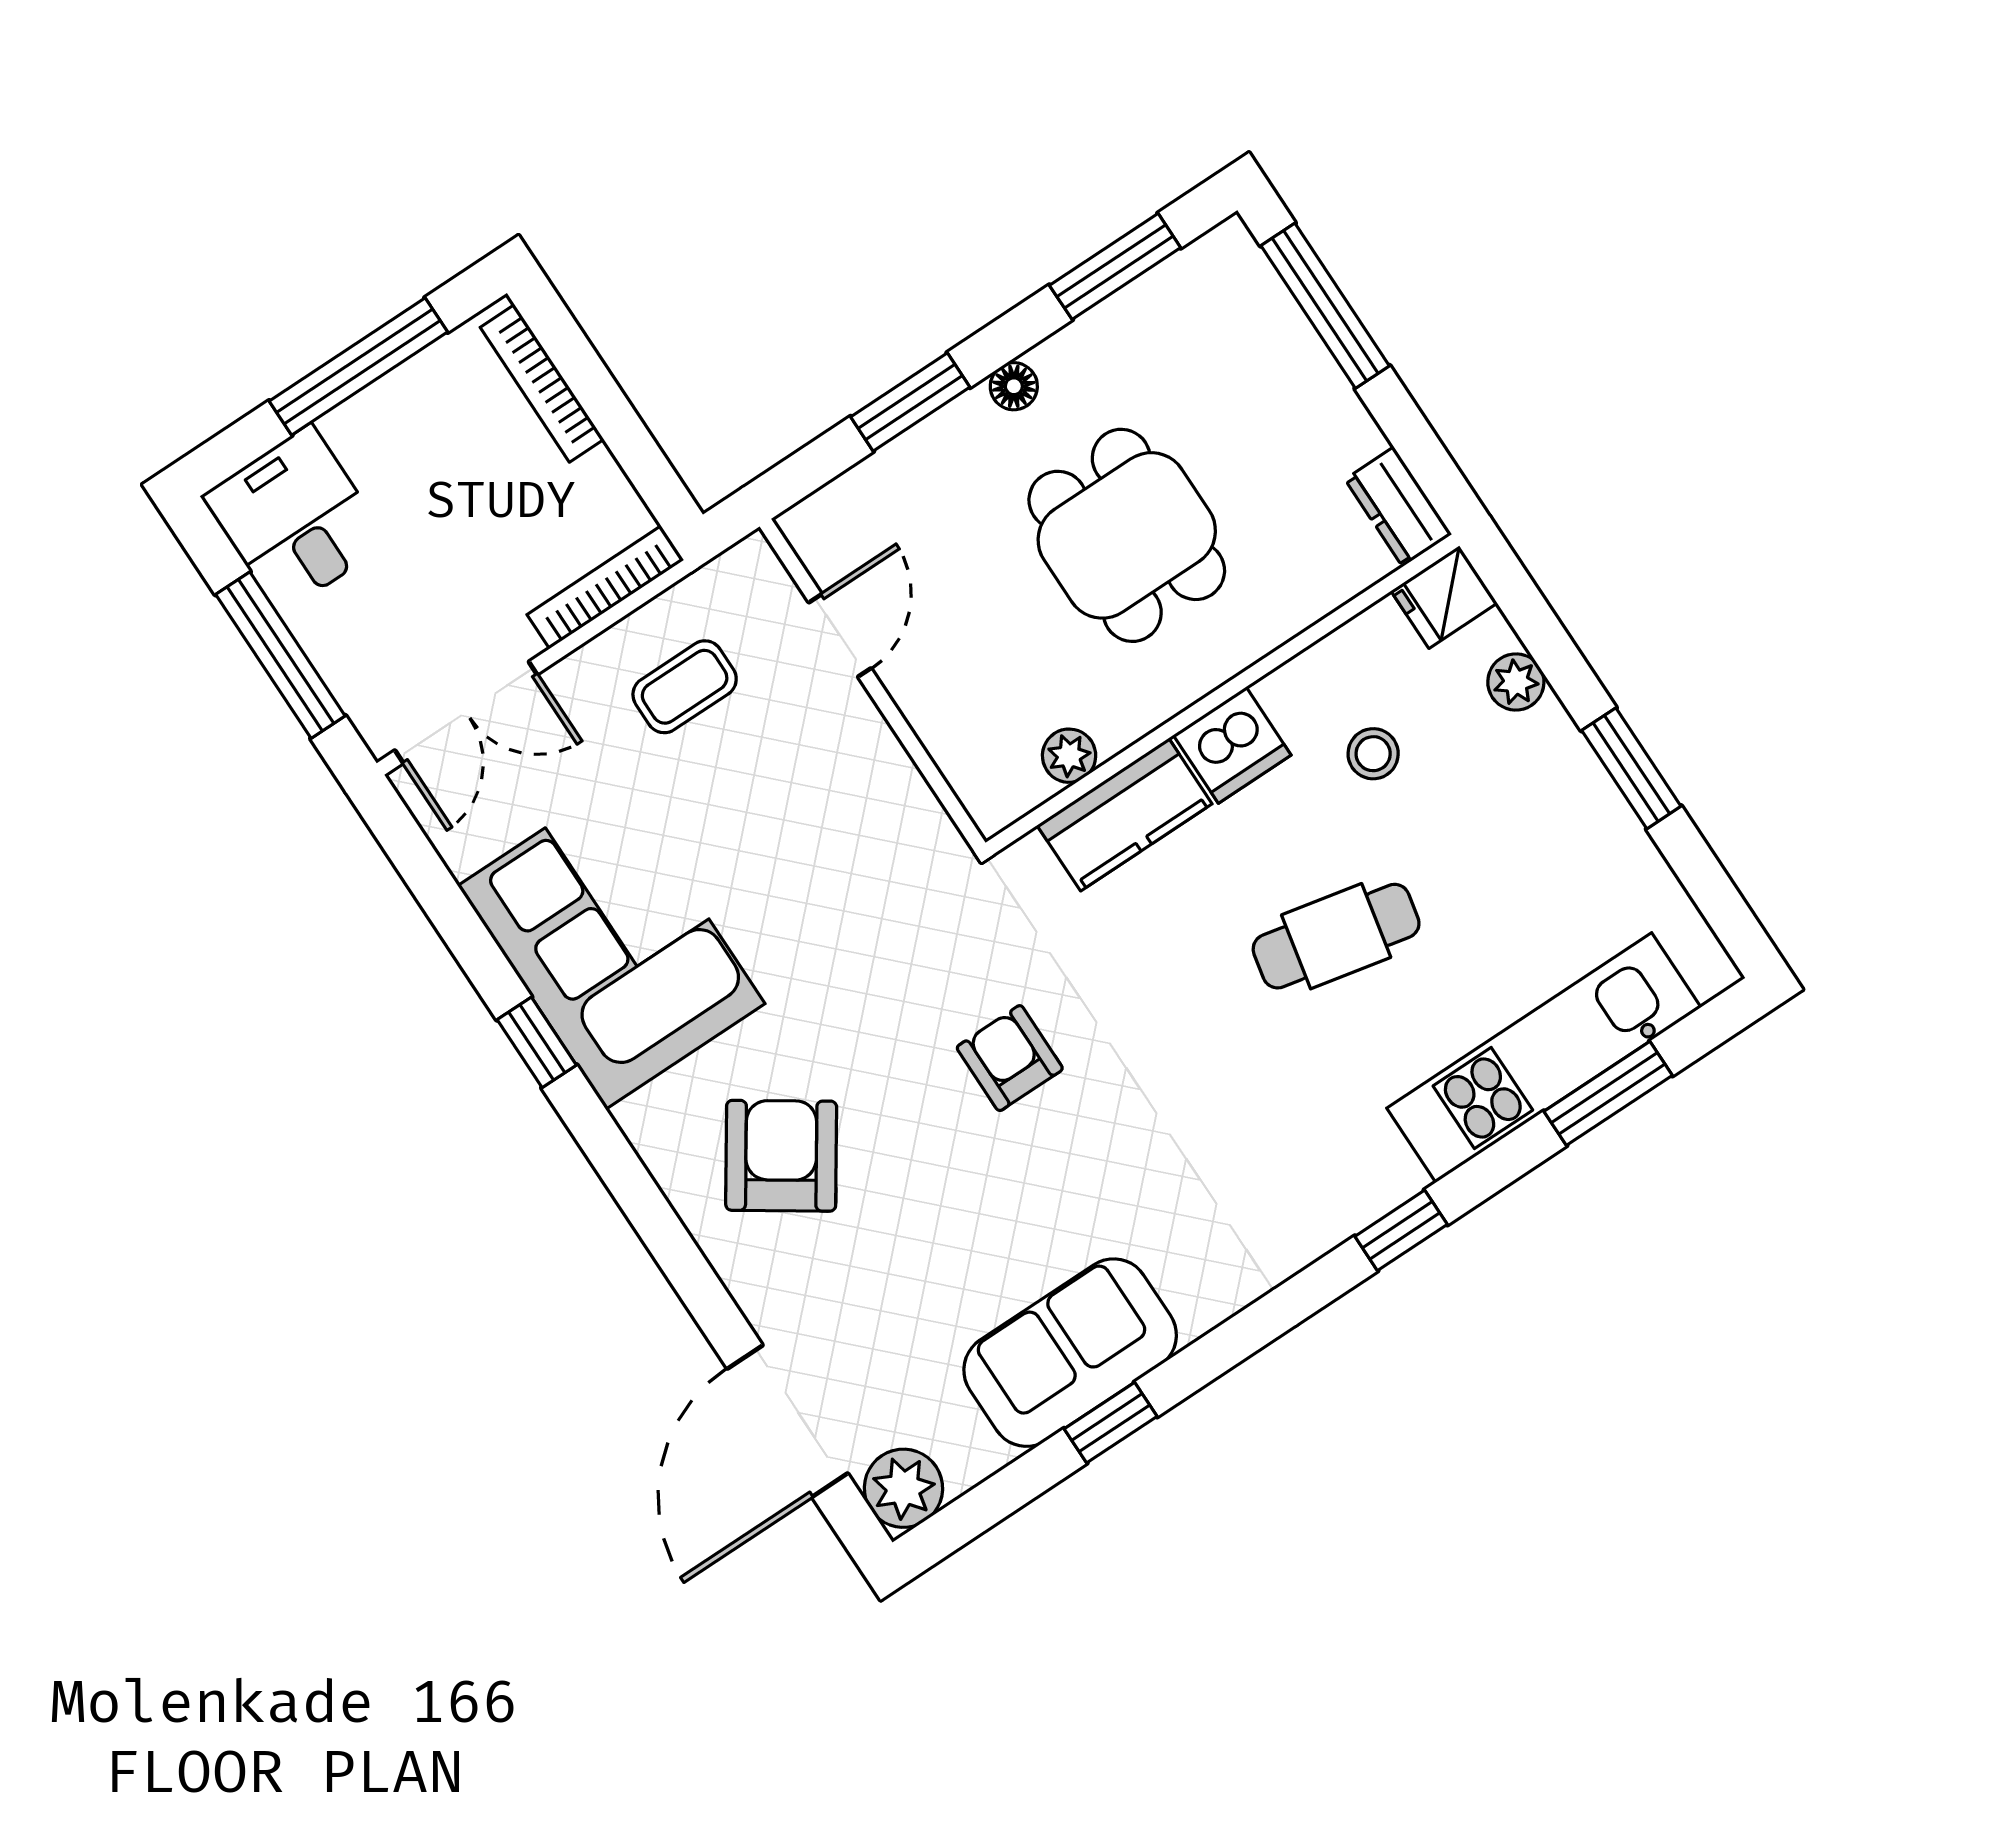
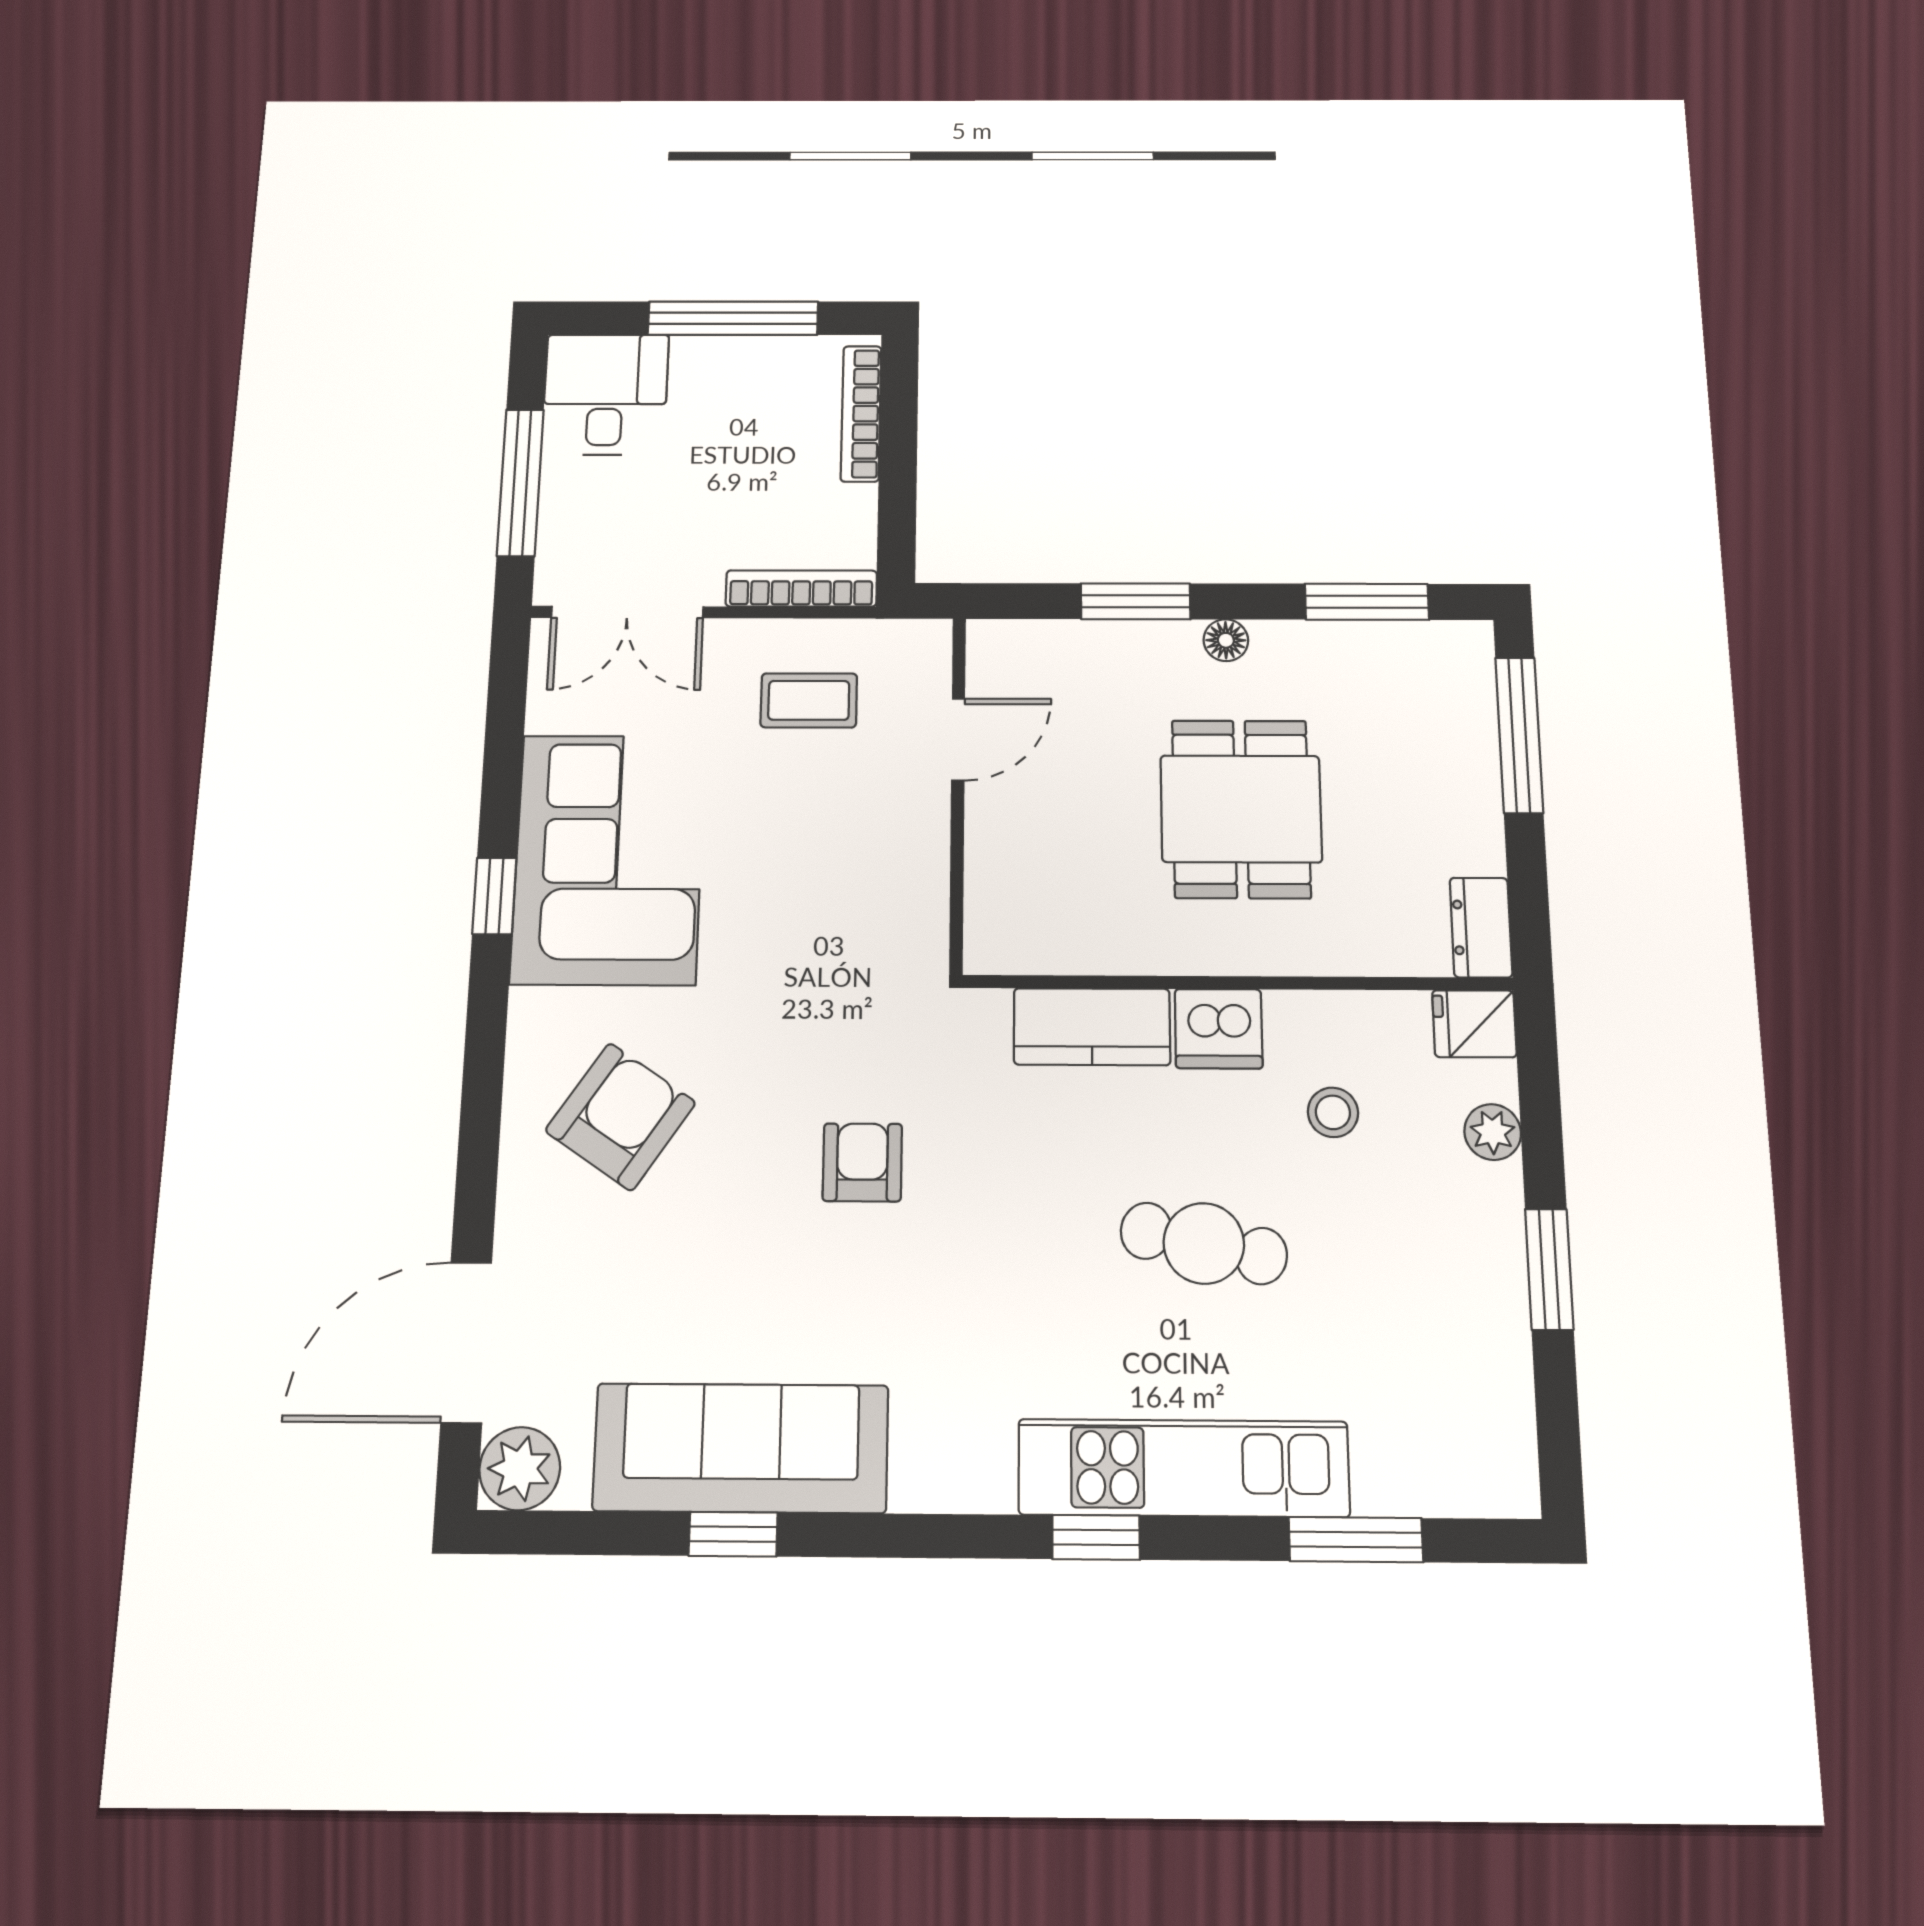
plant: (1069, 756) -> (1078, 950), removed
kitchen unit: (1544, 1058) -> (1183, 1468), moved
sofa: (1070, 1353) -> (741, 1448), width x1.36

